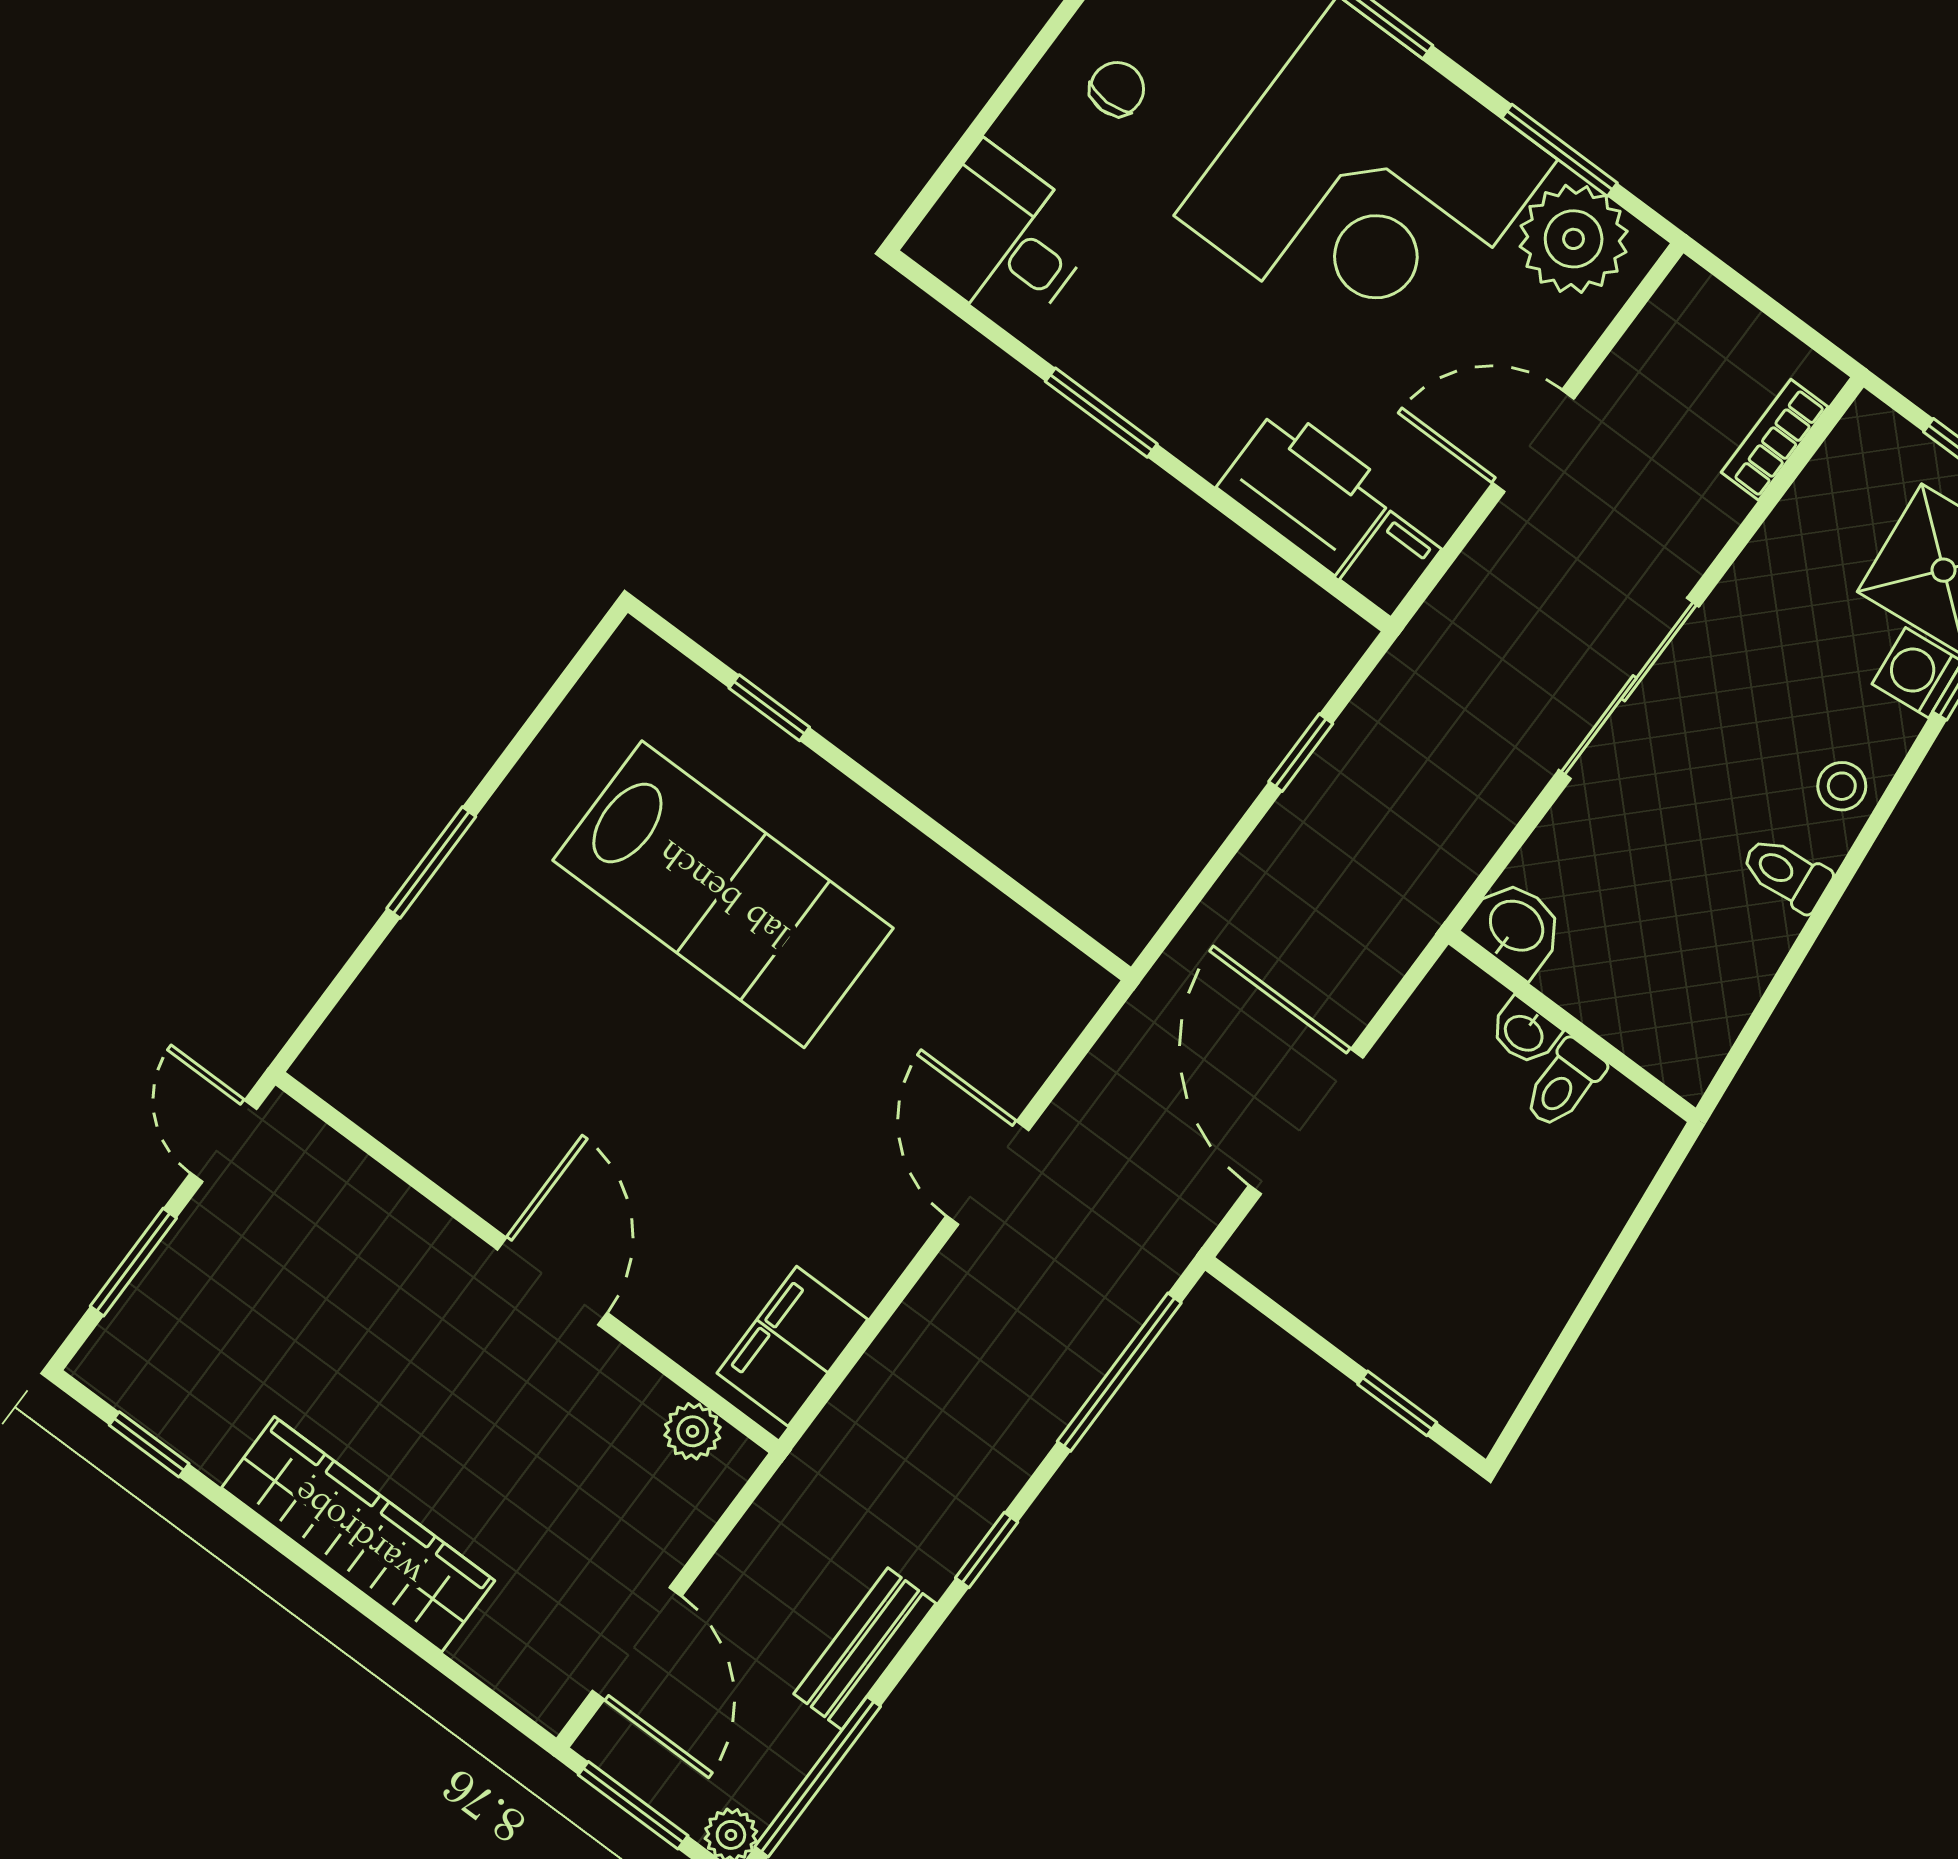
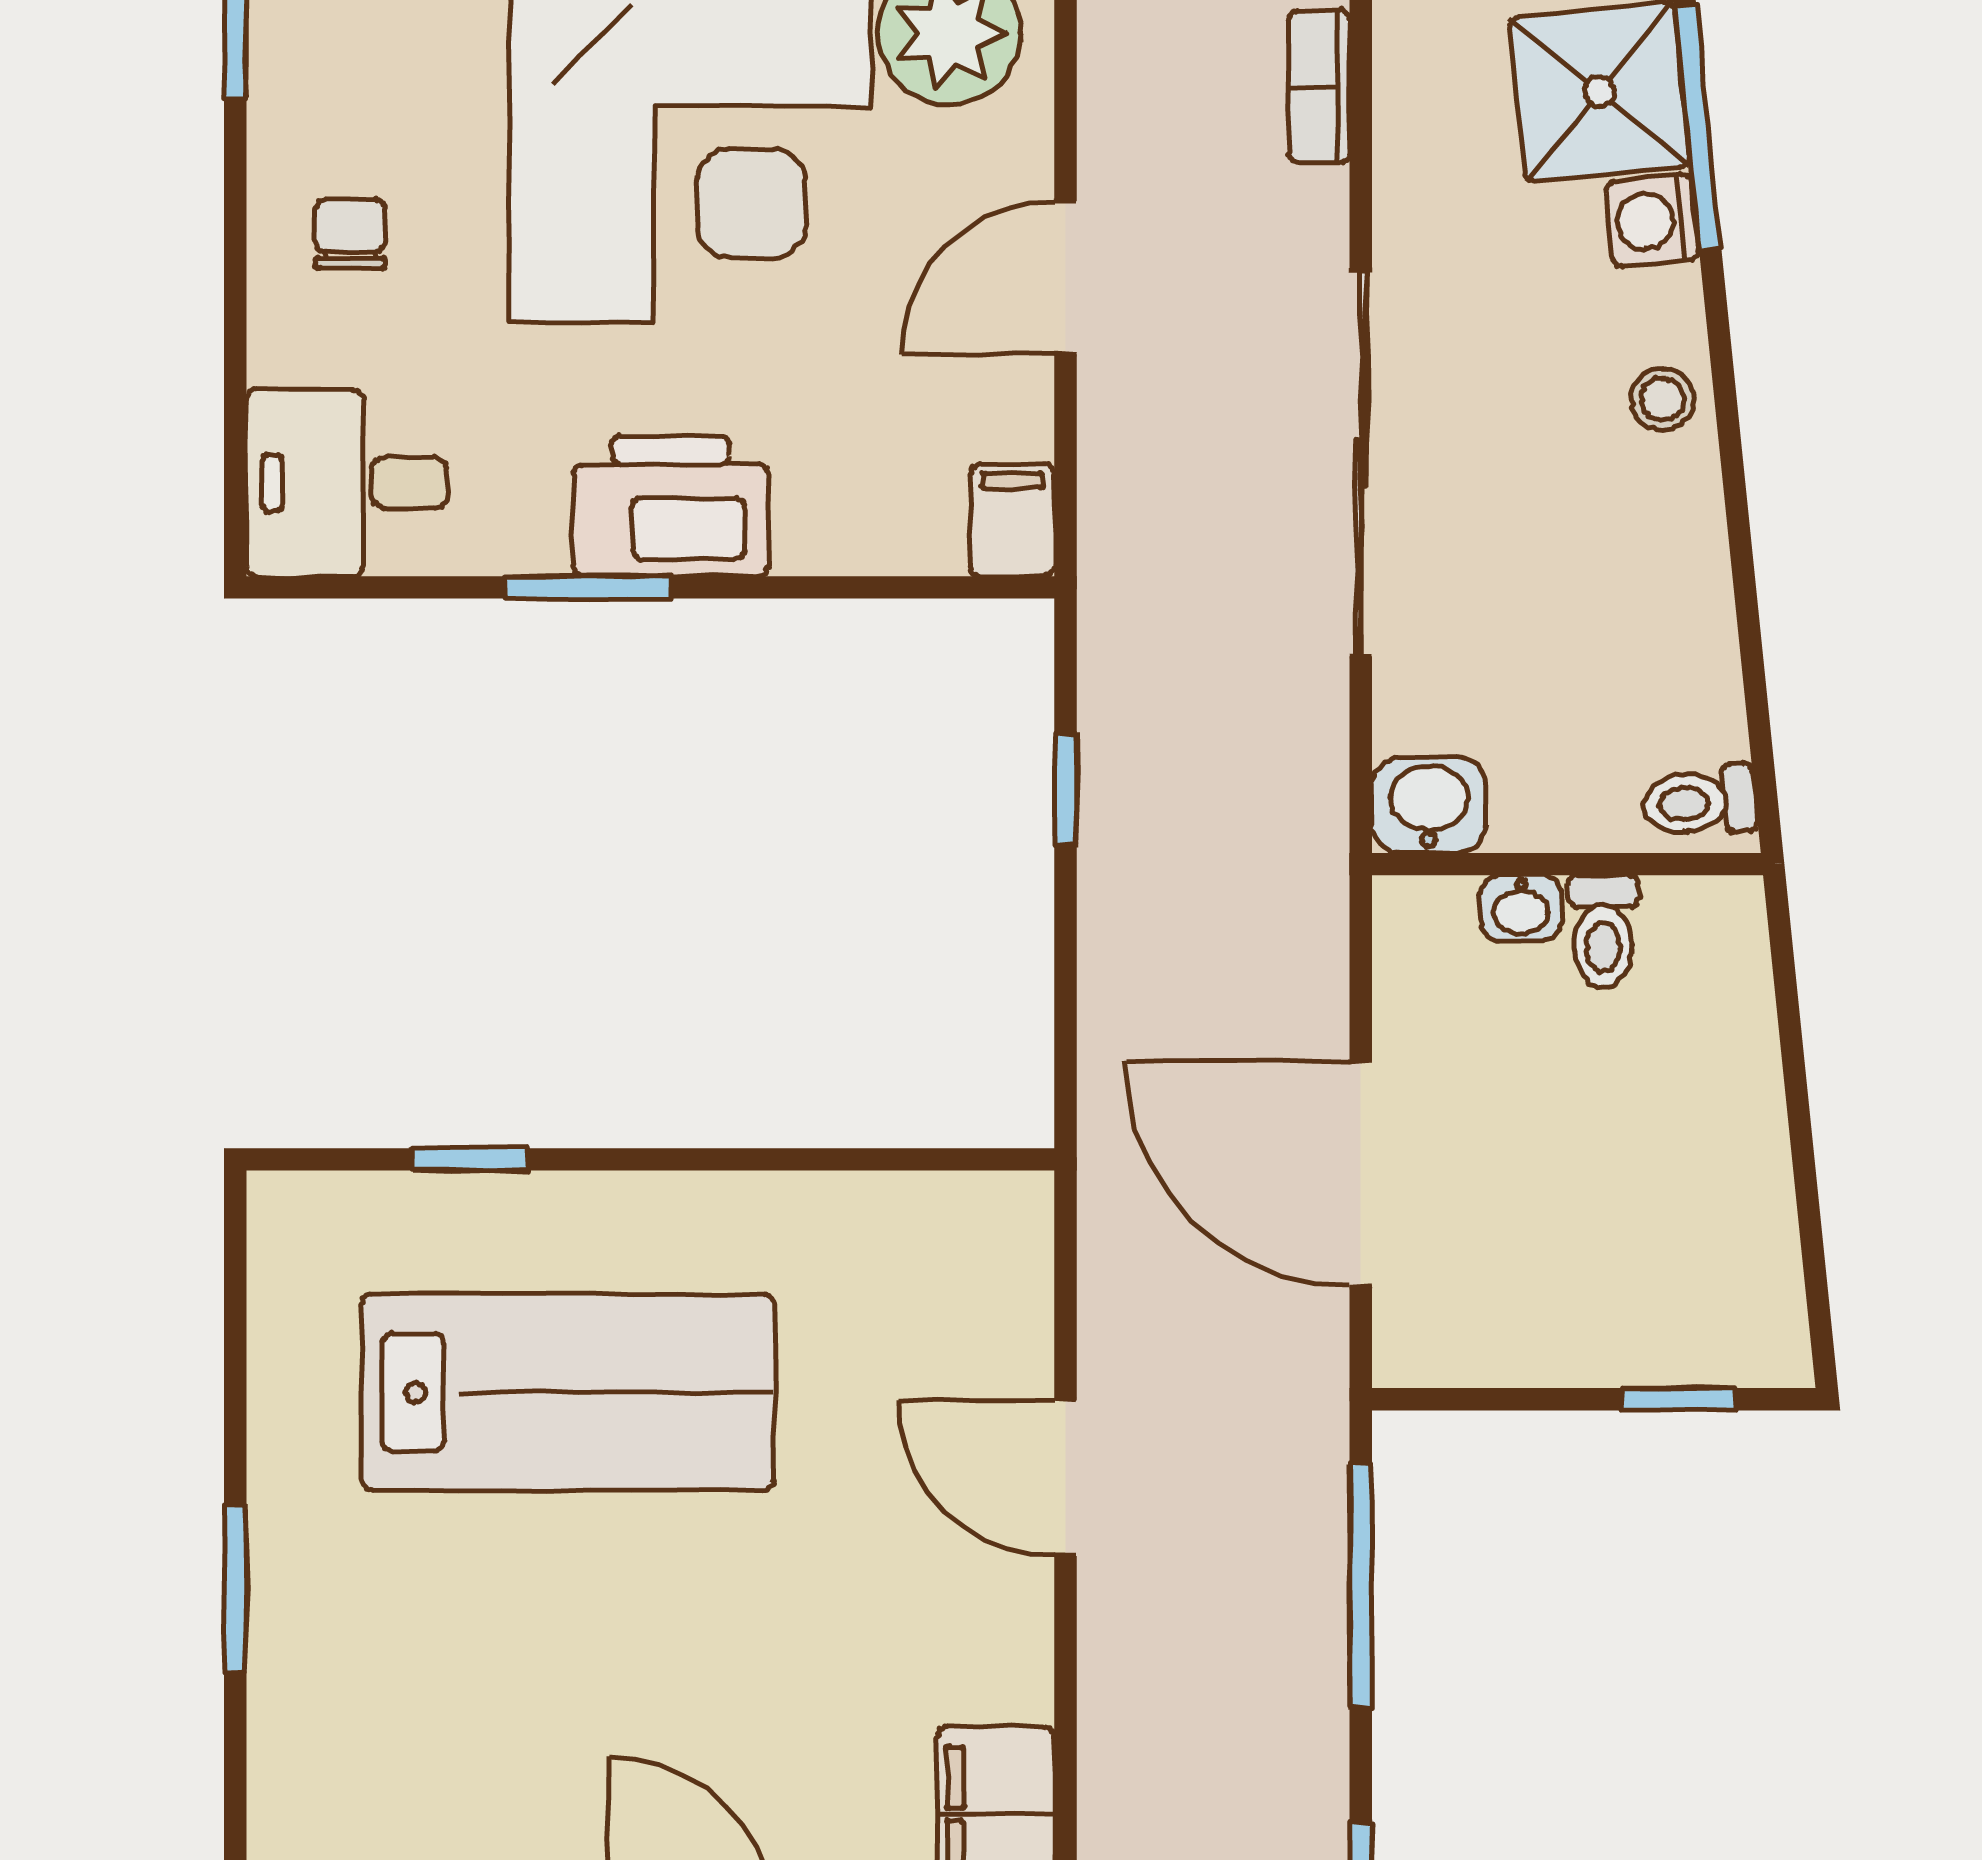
printer: (1307, 489) -> (671, 506), moved
sliding door: (1629, 688) -> (1361, 464), width x1.36
toilet: (1786, 874) -> (1700, 802), moved

